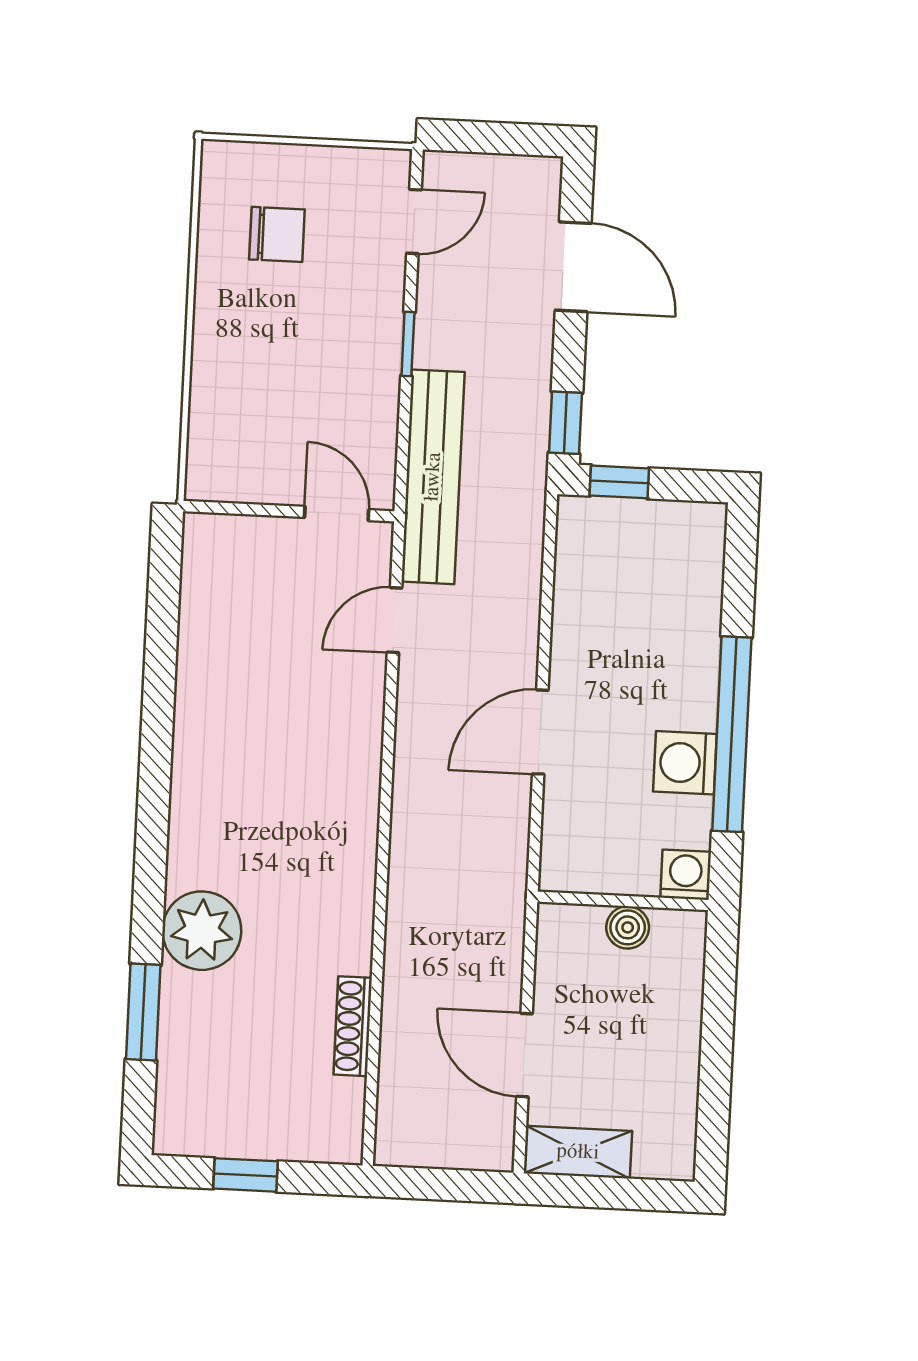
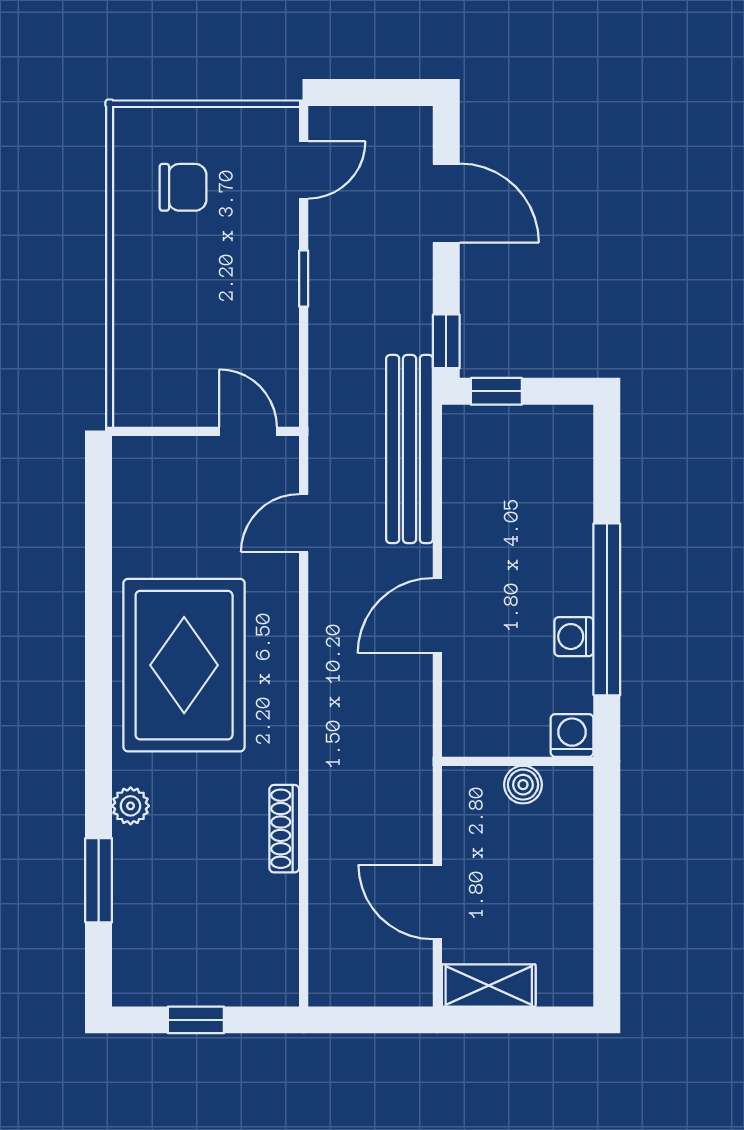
bench: (433, 477) -> (410, 449), moved
washing machine: (685, 763) -> (574, 637), width x0.73, depth x0.73
rug: (252, 774) -> (184, 665), added
plant: (202, 931) -> (131, 806), width x0.53, depth x0.53
shoe rack: (353, 1026) -> (284, 829), moved

